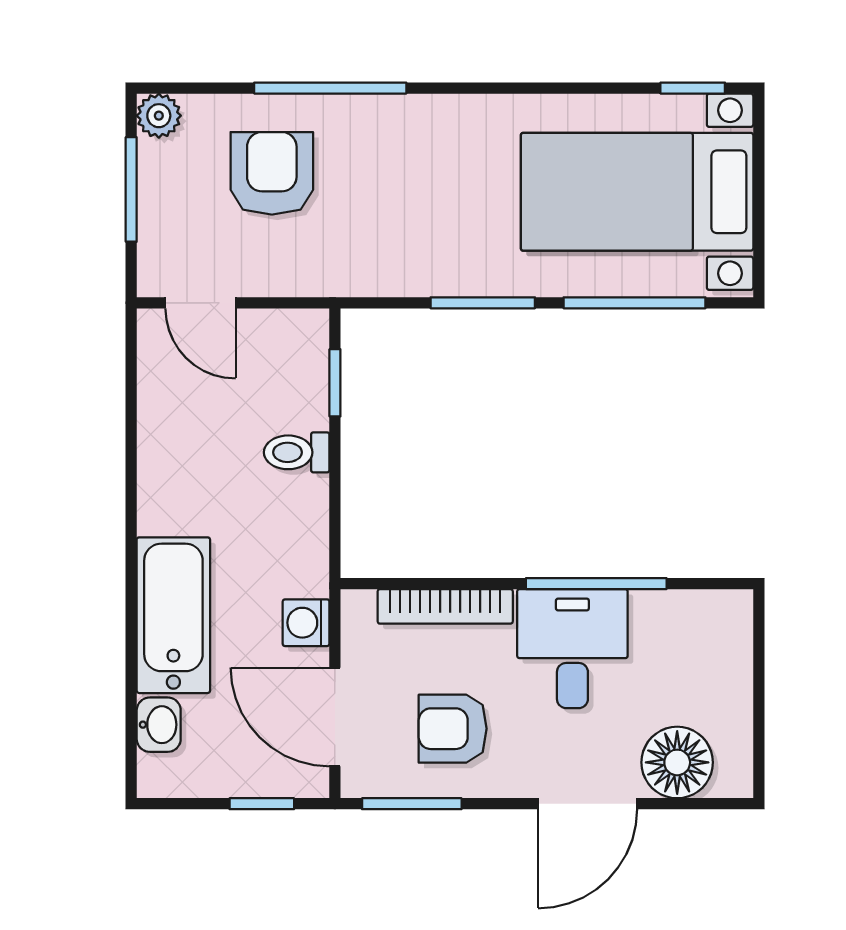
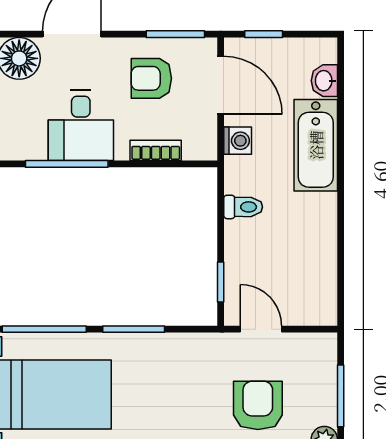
armchair: (272, 173) -> (258, 405), turned 180
door: (201, 303) -> (261, 329), moved
toilet: (297, 452) -> (243, 207), moved
bookcase: (445, 606) -> (156, 150), width x0.64
armchair: (453, 729) -> (151, 78), turned 180

